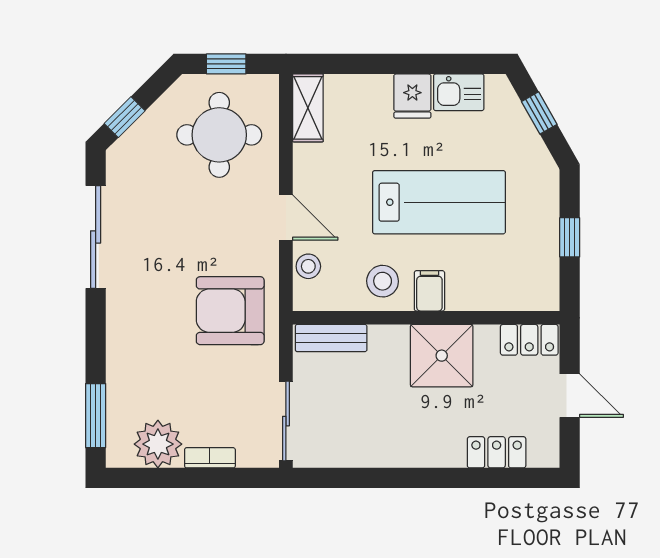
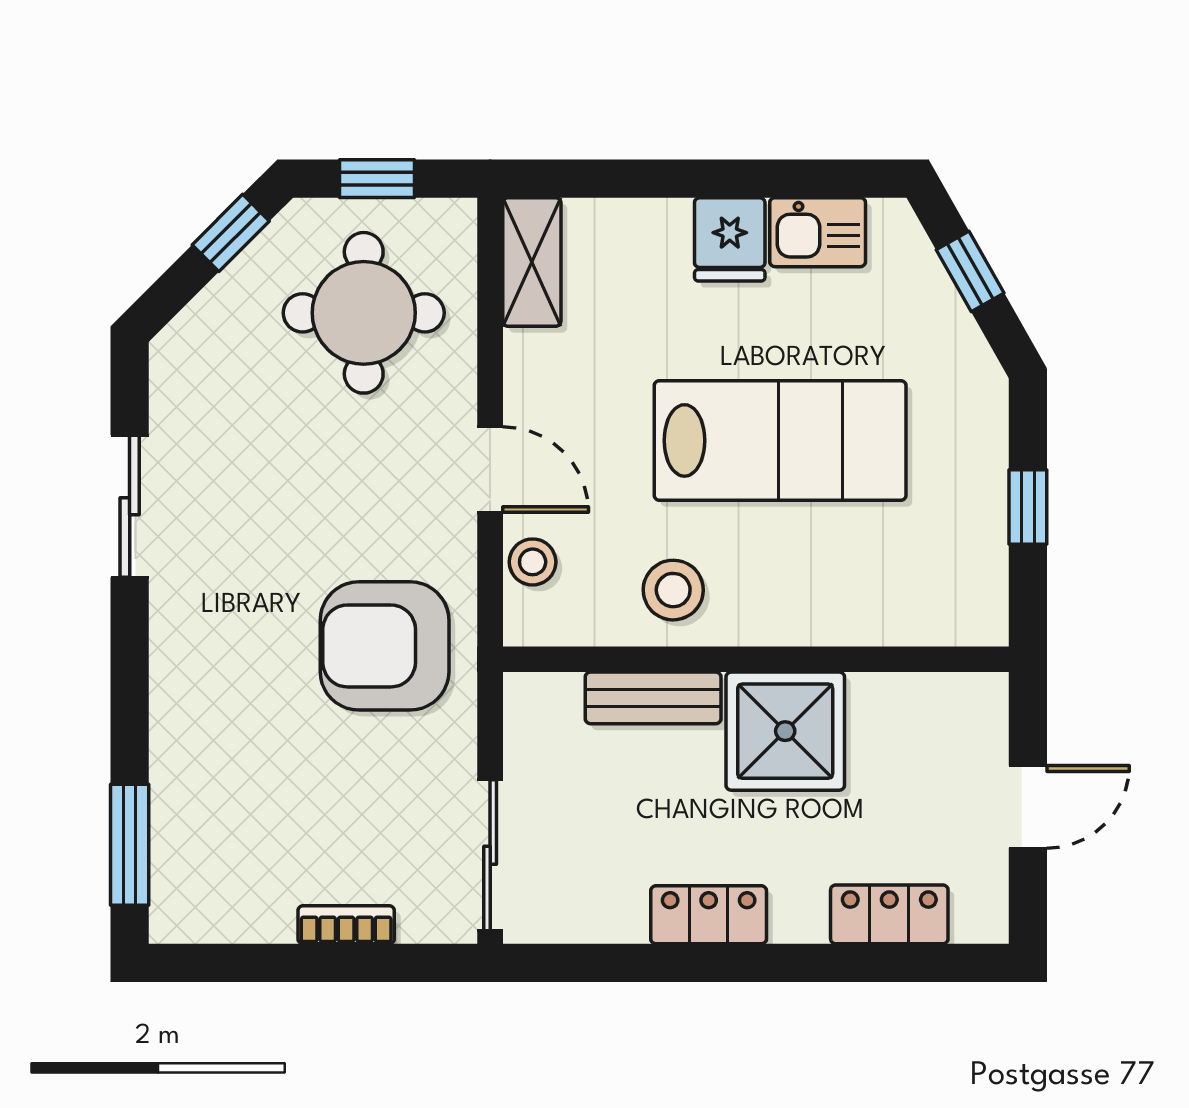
window: (125, 117) -> (231, 233), moved
sliding door: (96, 237) -> (130, 506), width x0.73
filing cabinet: (429, 291) -> (762, 608), removed
bench: (331, 338) -> (653, 698), moved
locker: (529, 340) -> (709, 915), moved, turned 180
door: (570, 396) -> (1028, 807), hinge flipped
plant: (158, 444) -> (248, 899), removed

